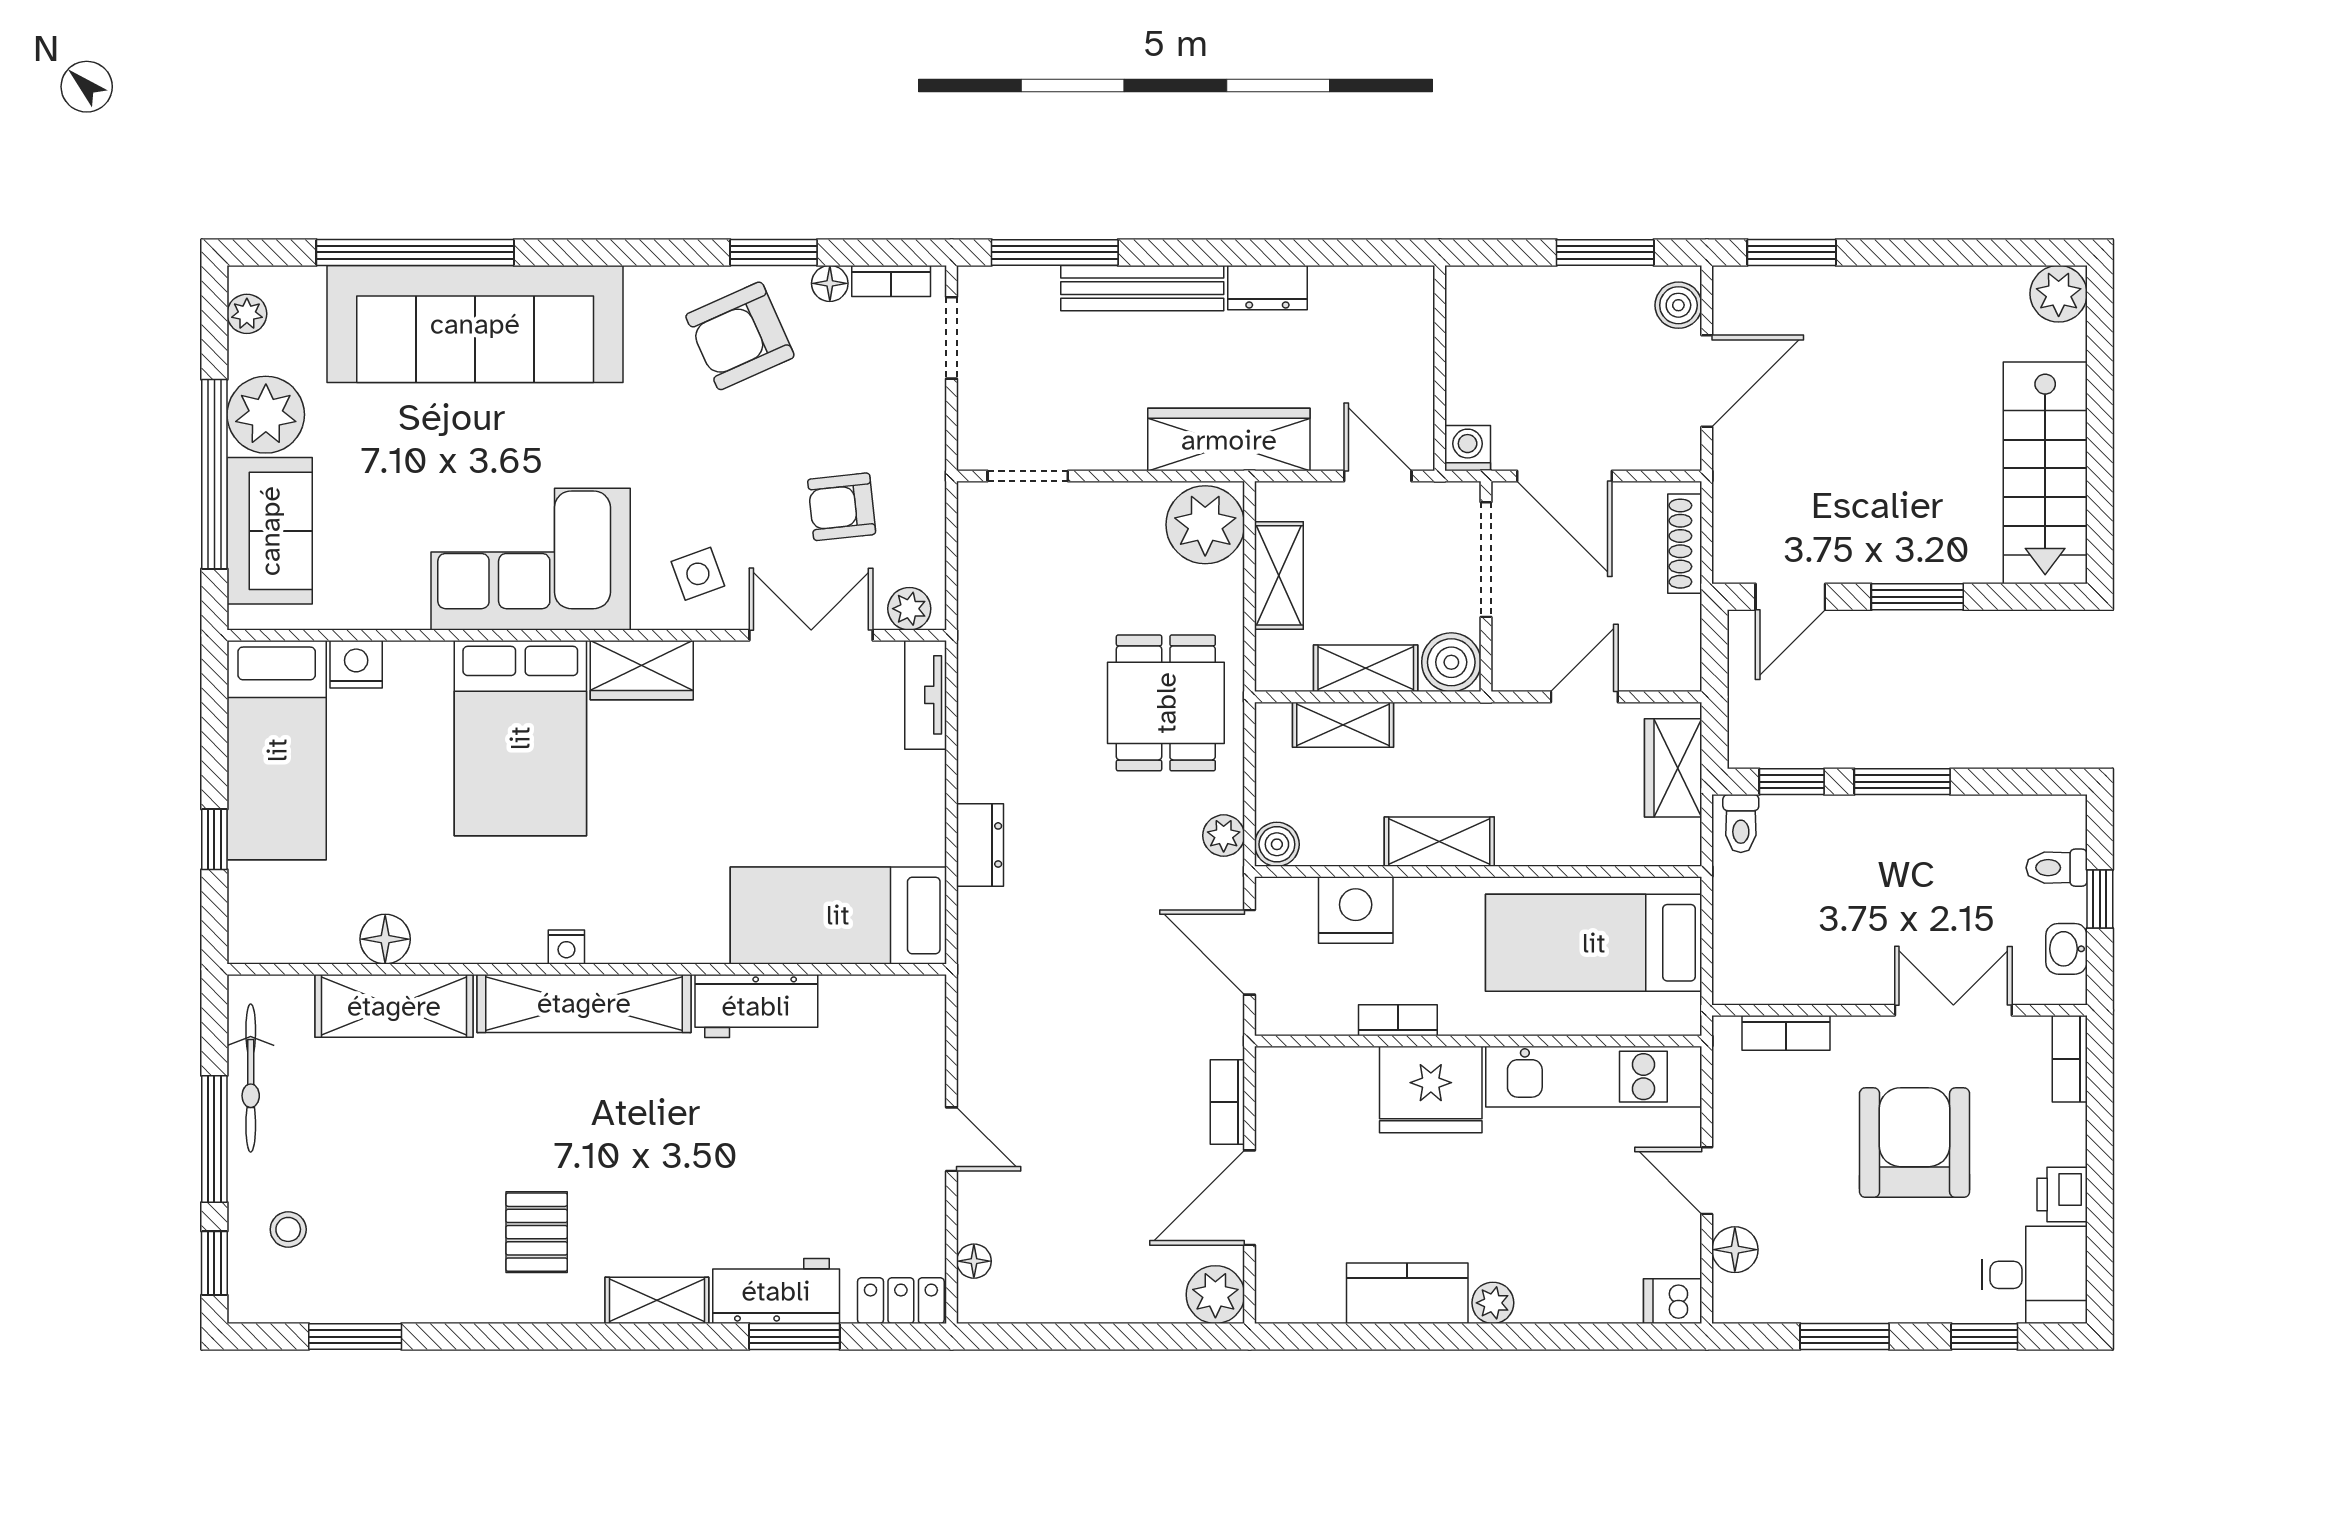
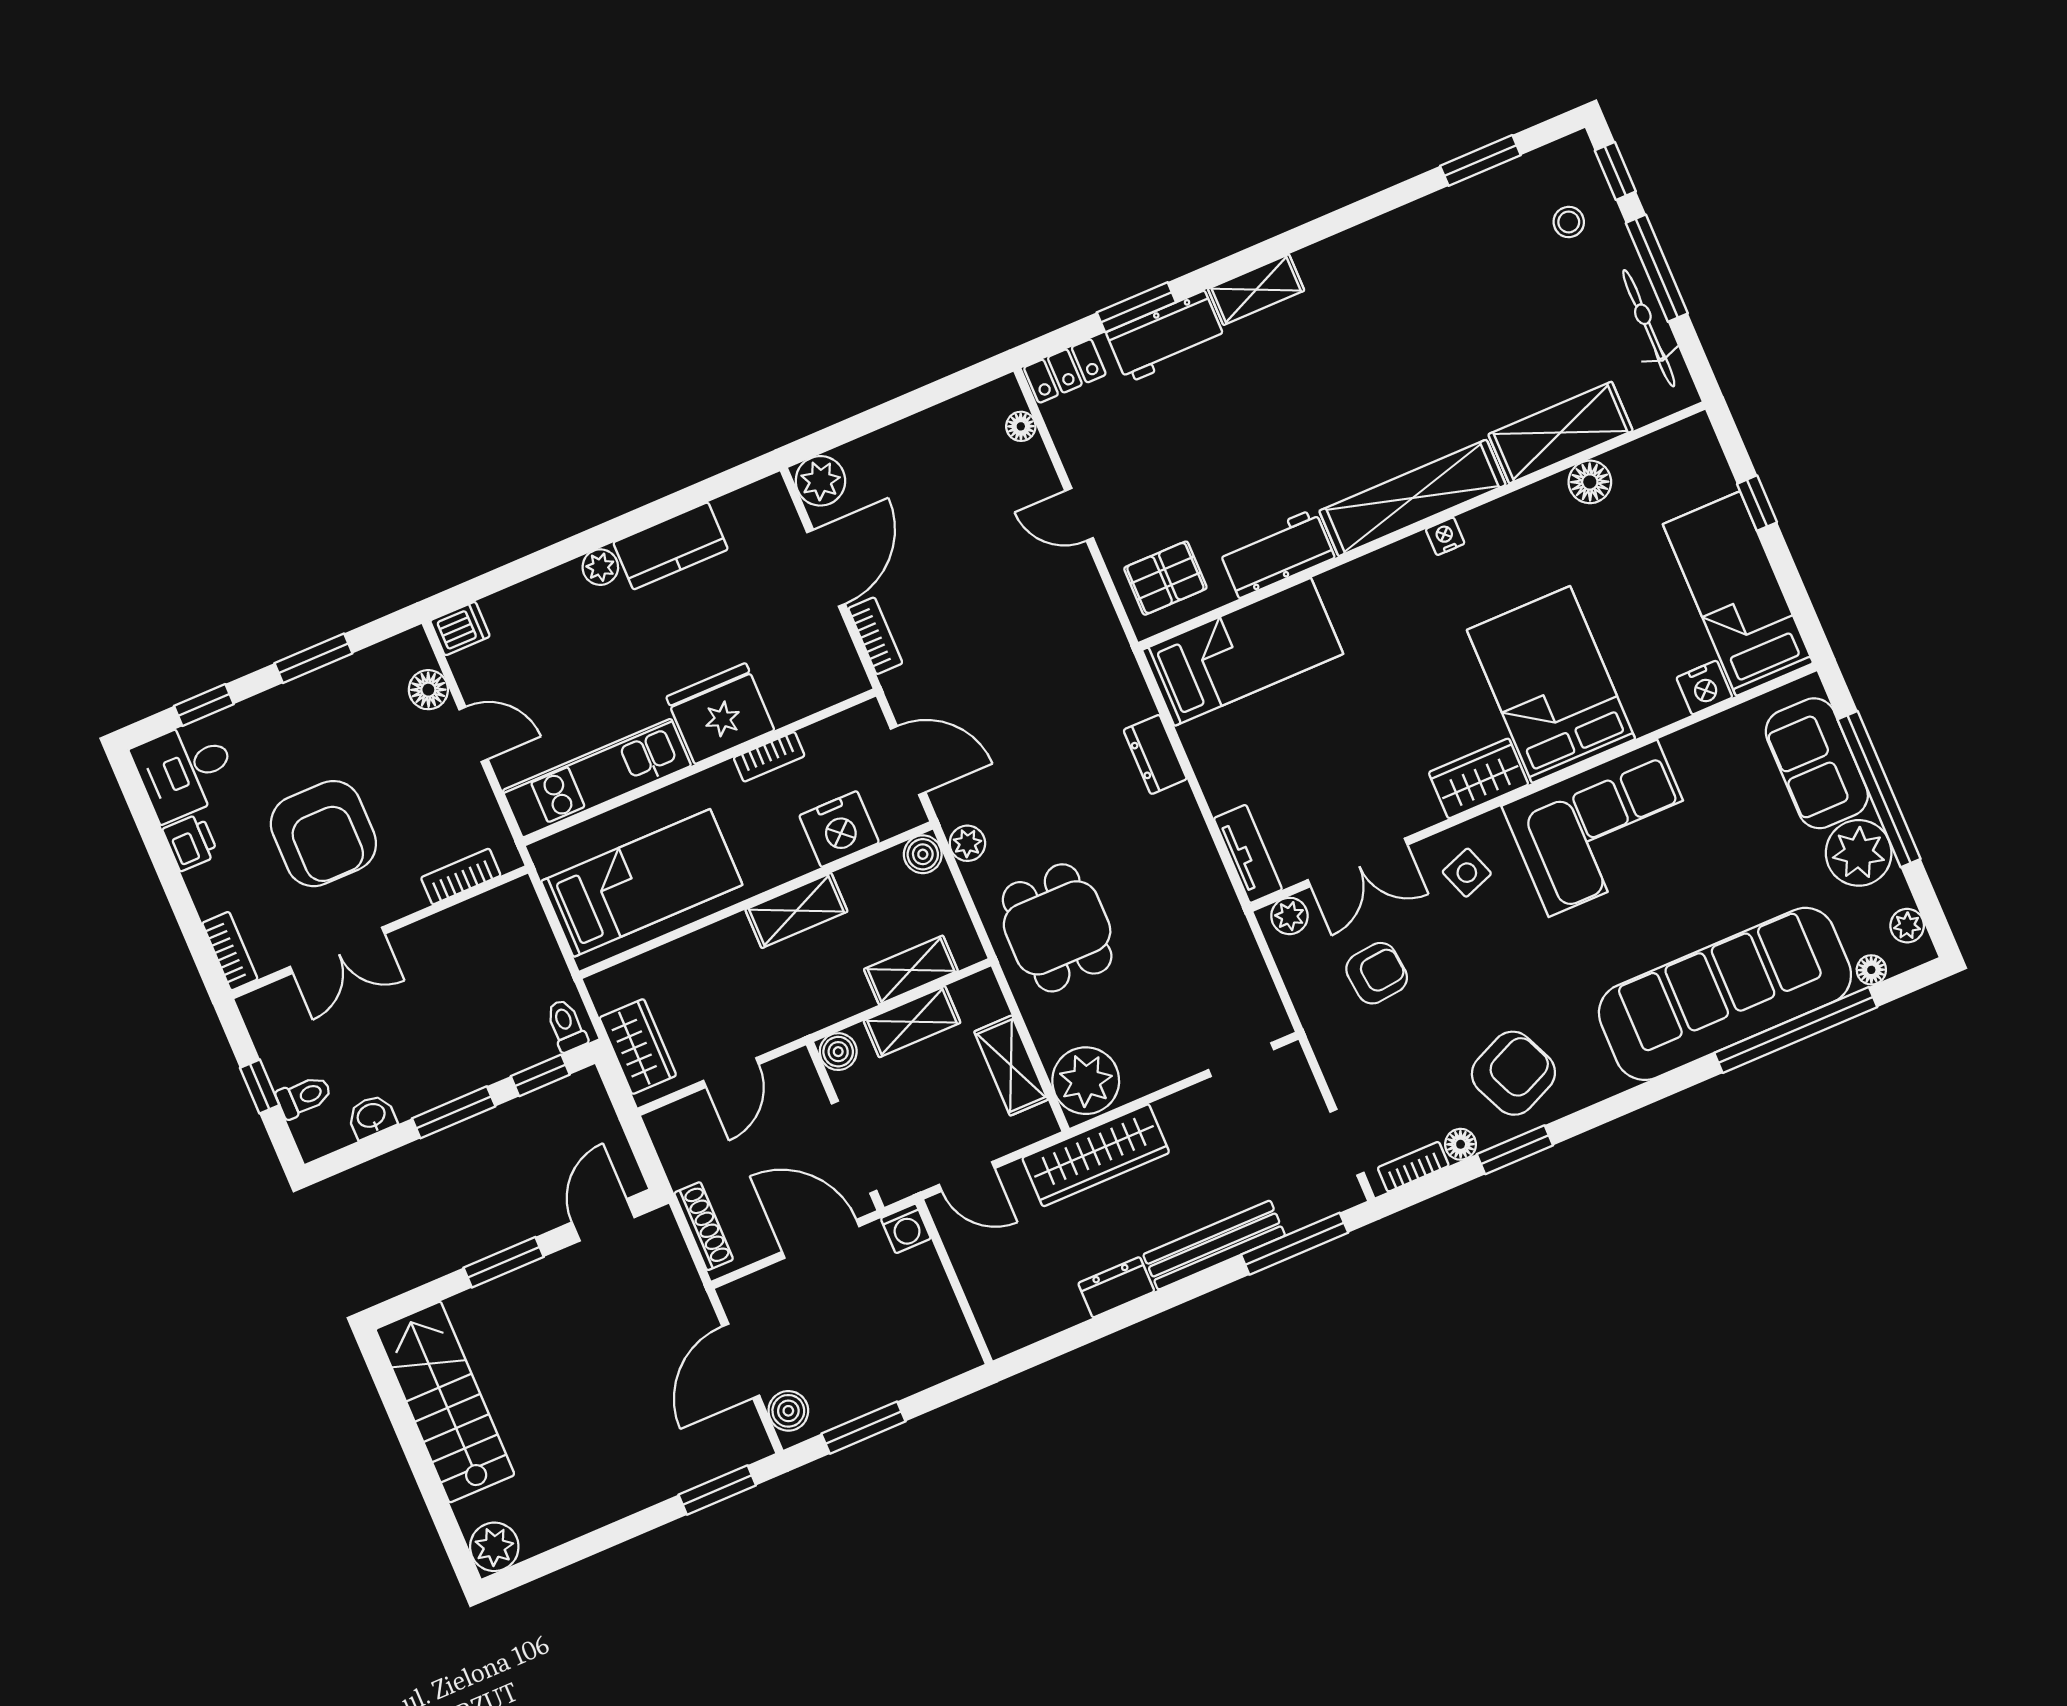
floor lamp: (306, 283) -> (1871, 970), added
boiler: (1451, 662) -> (838, 1052), width x0.73, depth x0.73
washbasin: (2066, 949) -> (372, 1116), moved, turned -90
pallet: (537, 1232) -> (1165, 578), moved, turned 90

